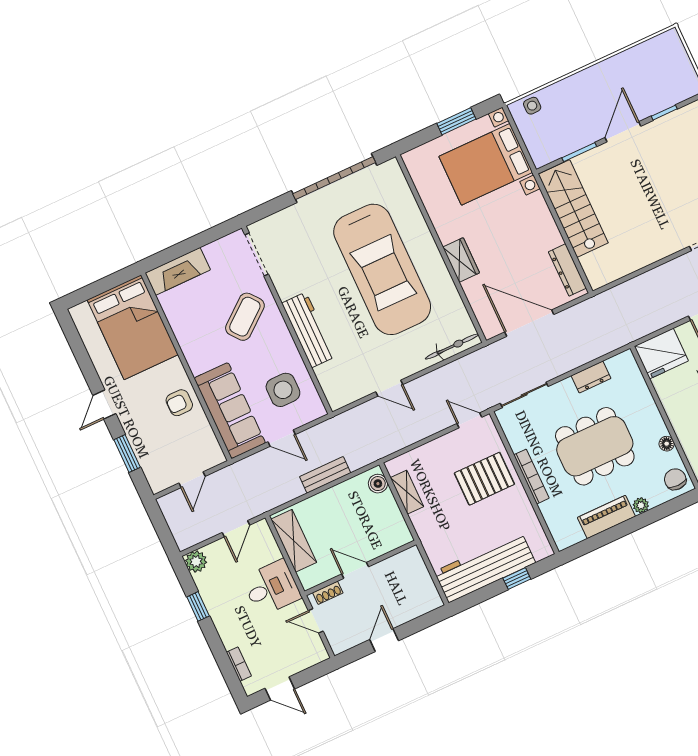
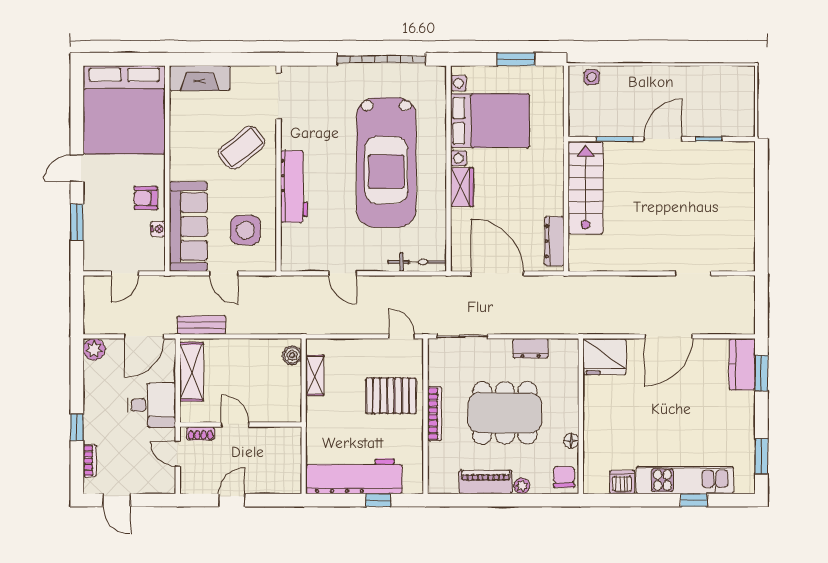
bed with nightstands: (486, 164) -> (490, 121), moved, turned 180
bed: (133, 327) -> (124, 110), width x1.36
nightstand: (203, 426) -> (158, 229), added
bench: (325, 475) -> (202, 325), moved
door: (236, 529) -> (144, 336), width x1.38
window: (198, 606) -> (77, 427), moved

